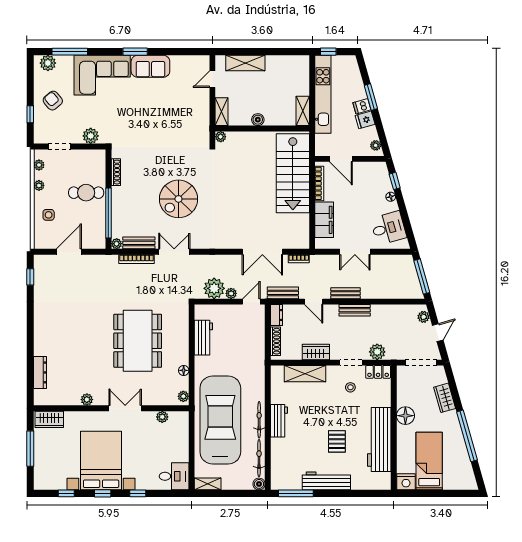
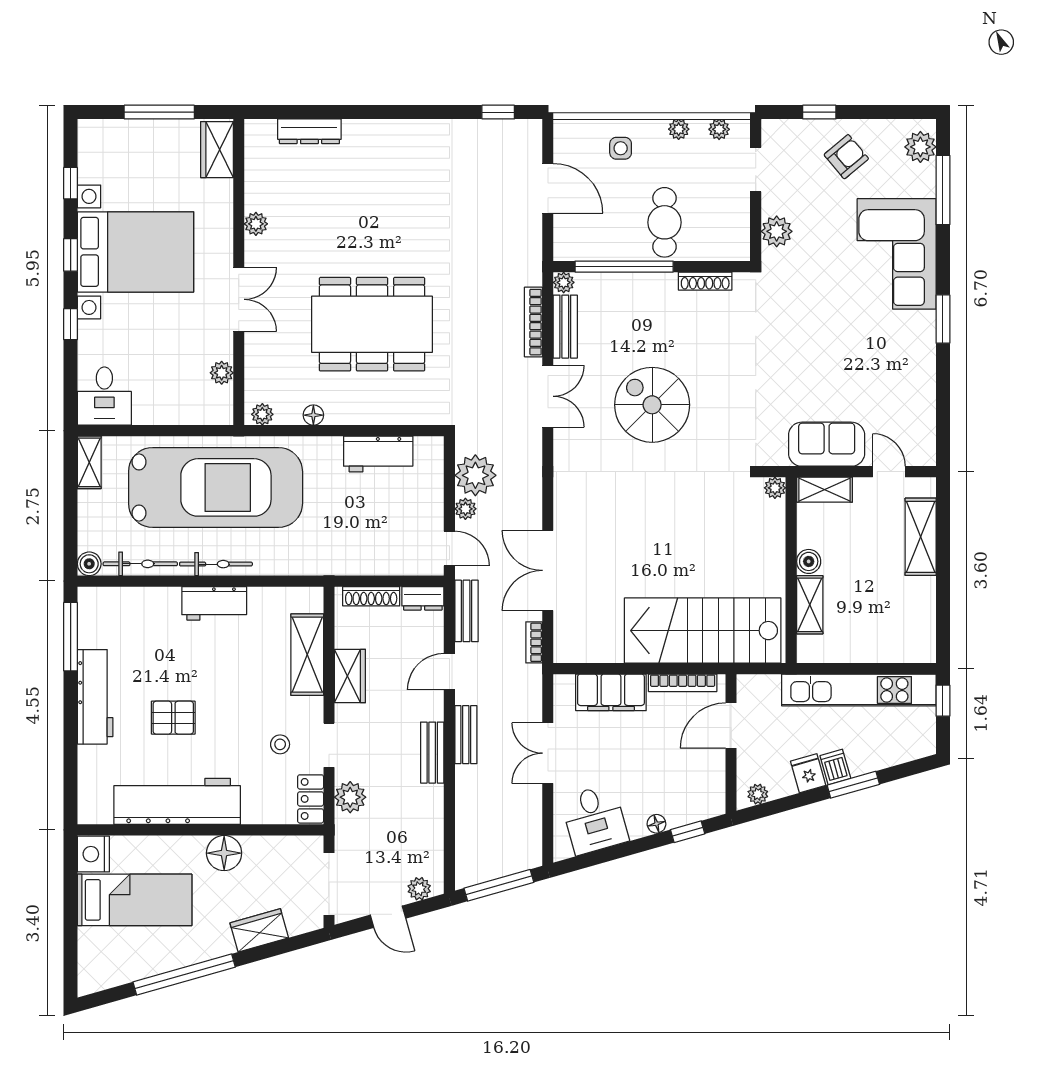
sofa: (150, 66) -> (827, 444), moved, turned 90
shelving: (303, 111) -> (810, 605), moved, turned 90

